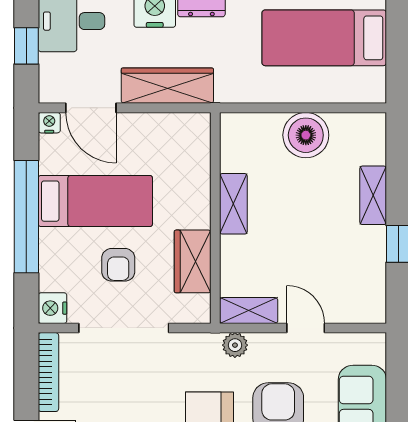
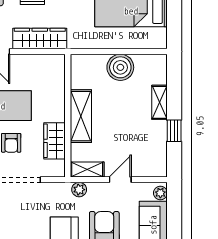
shelving: (233, 204) -> (81, 116), width x1.50, depth x1.33
door: (306, 328) -> (120, 180), hinge flipped
plant: (375, 351) -> (160, 193), added

